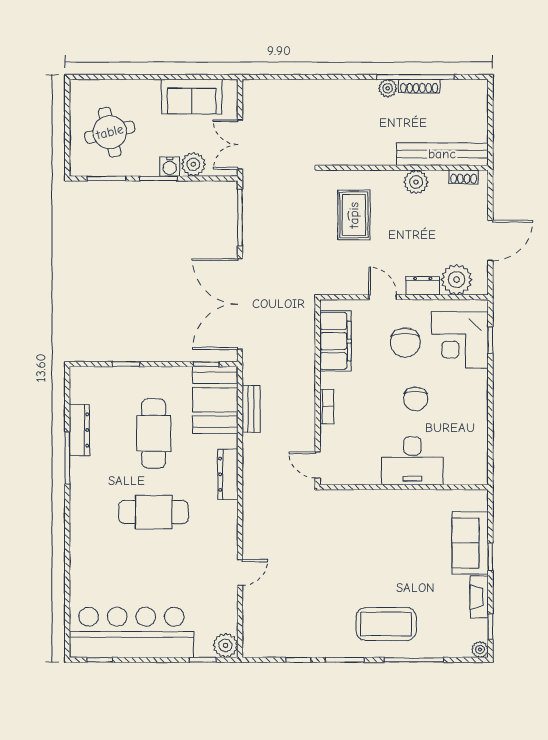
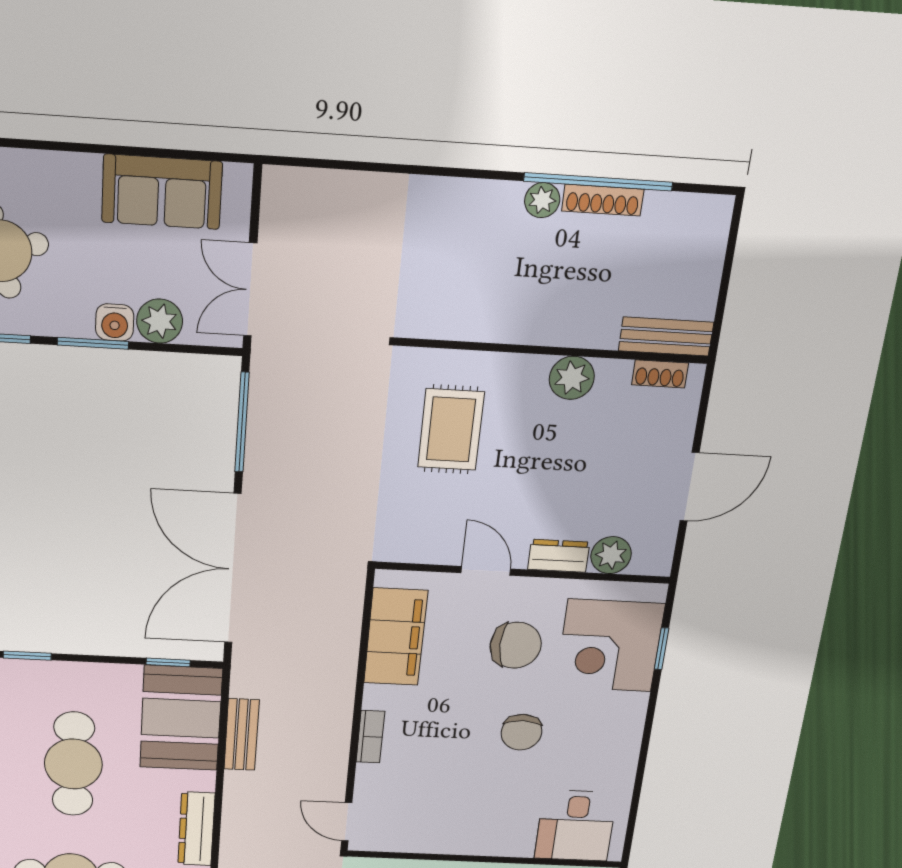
bench: (442, 154) -> (666, 337), width x0.54, depth x0.82
plant: (457, 280) -> (611, 555), width x0.73, depth x0.73
chair: (405, 343) -> (516, 645), turned -90
desk: (412, 461) -> (576, 826), moved, width x0.73

